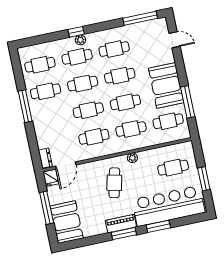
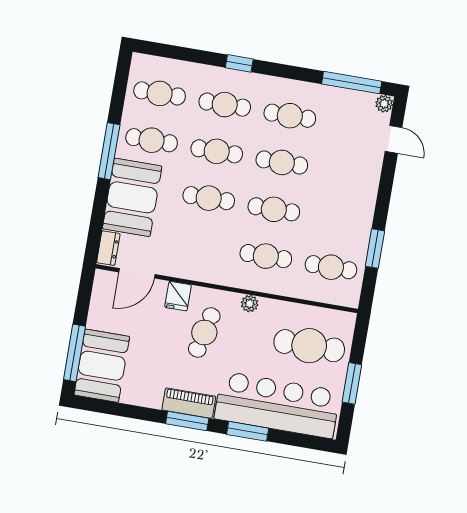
plant: (80, 40) -> (384, 104), moved
booth: (166, 85) -> (132, 197), moved
window: (188, 102) -> (375, 249), width x0.69
cafe table: (94, 137) -> (201, 245), removed
cafe table: (173, 168) -> (309, 346), width x1.37, depth x1.35
fridge: (51, 178) -> (178, 296), moved
window: (47, 208) -> (74, 353), moved

